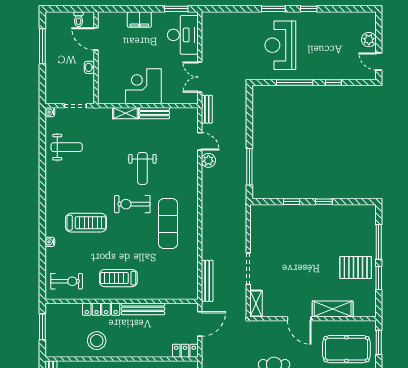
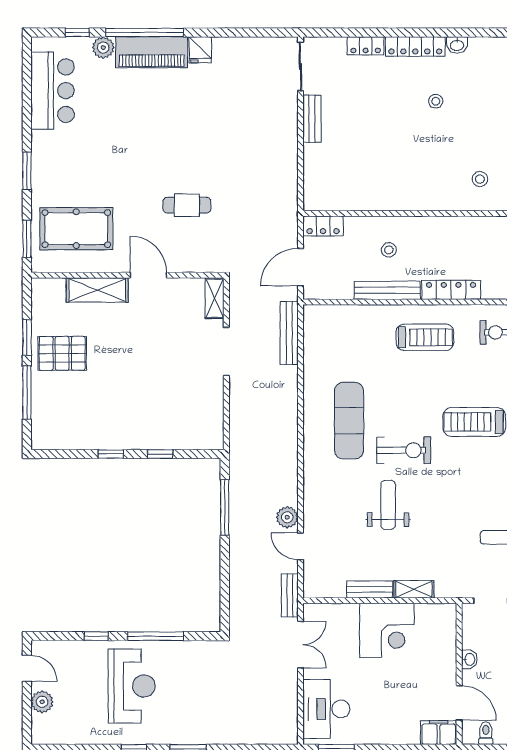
filing cabinet: (139, 20) -> (439, 732), moved
reception desk: (280, 45) -> (132, 686), moved
stool: (97, 341) -> (389, 250), moved, width x0.53, depth x0.53

